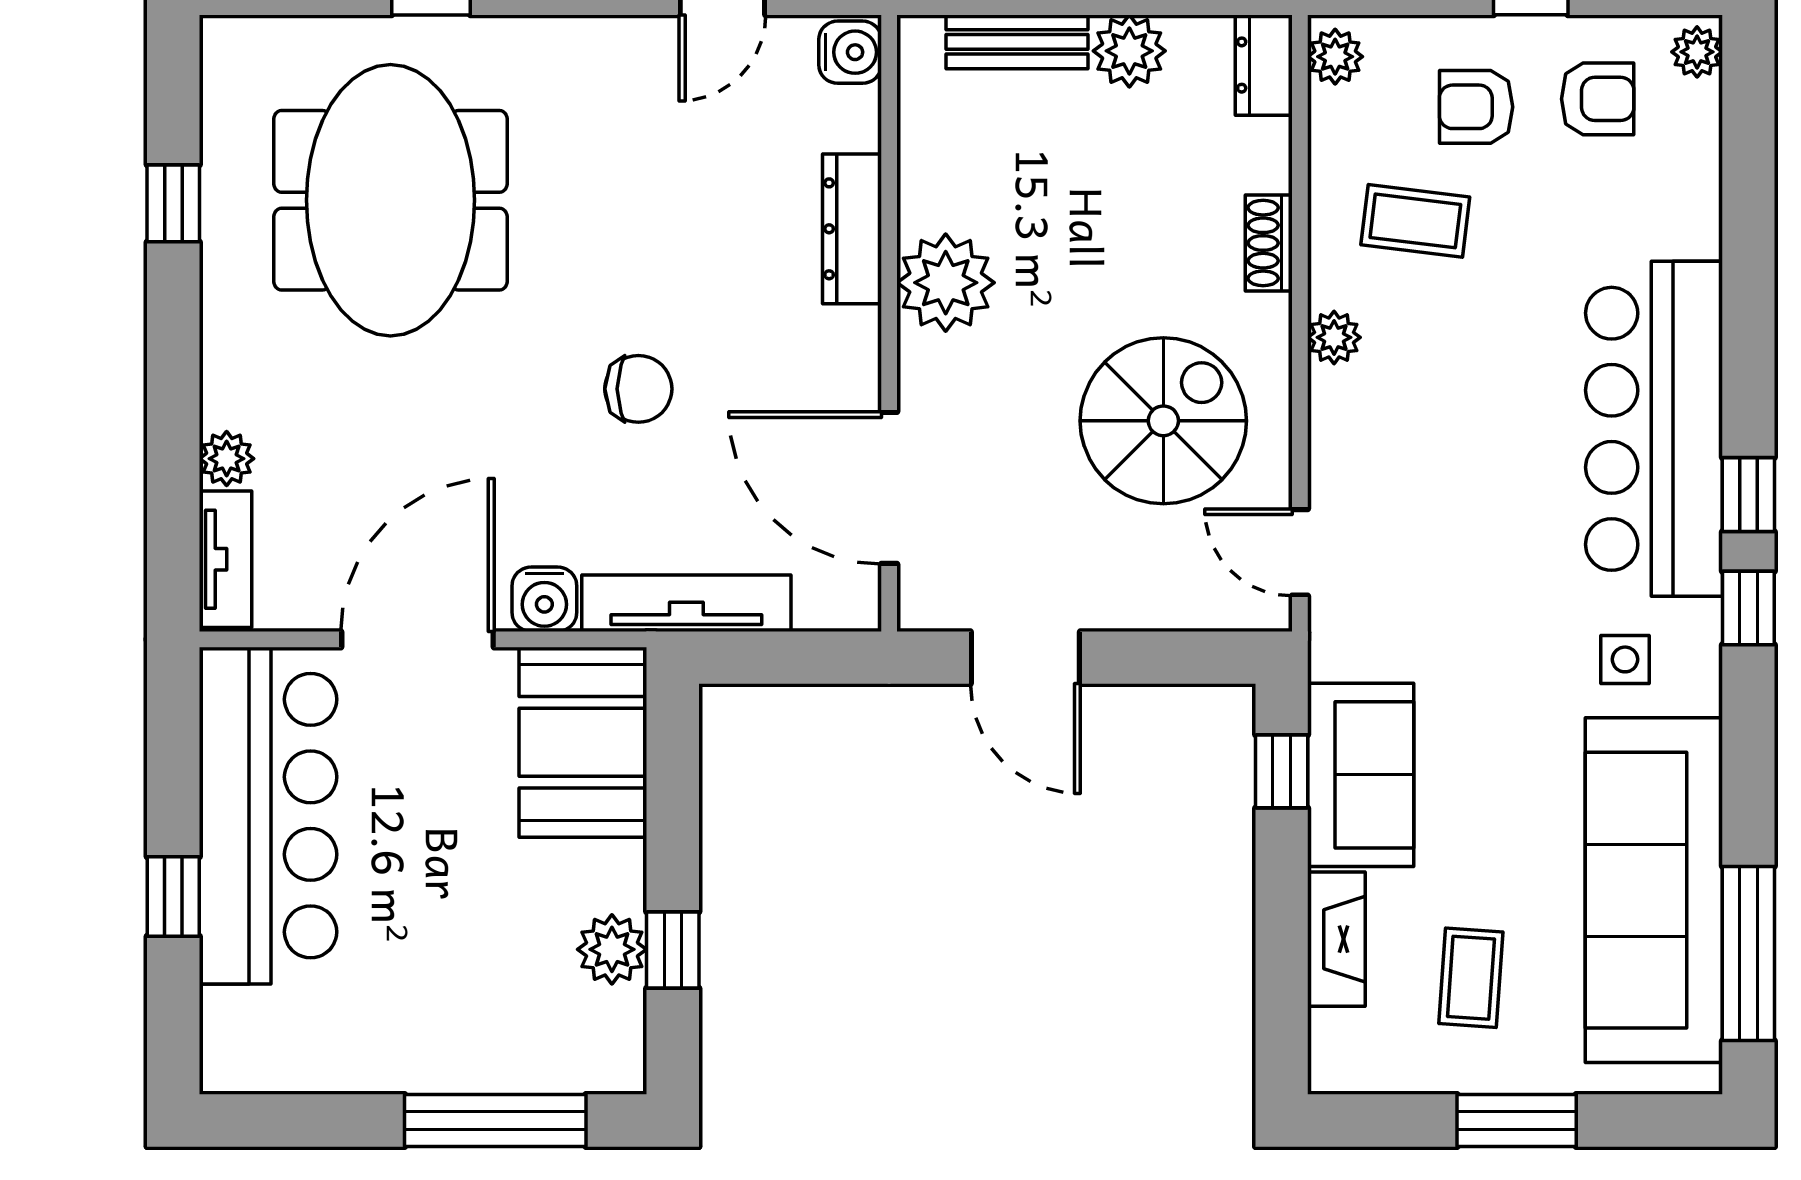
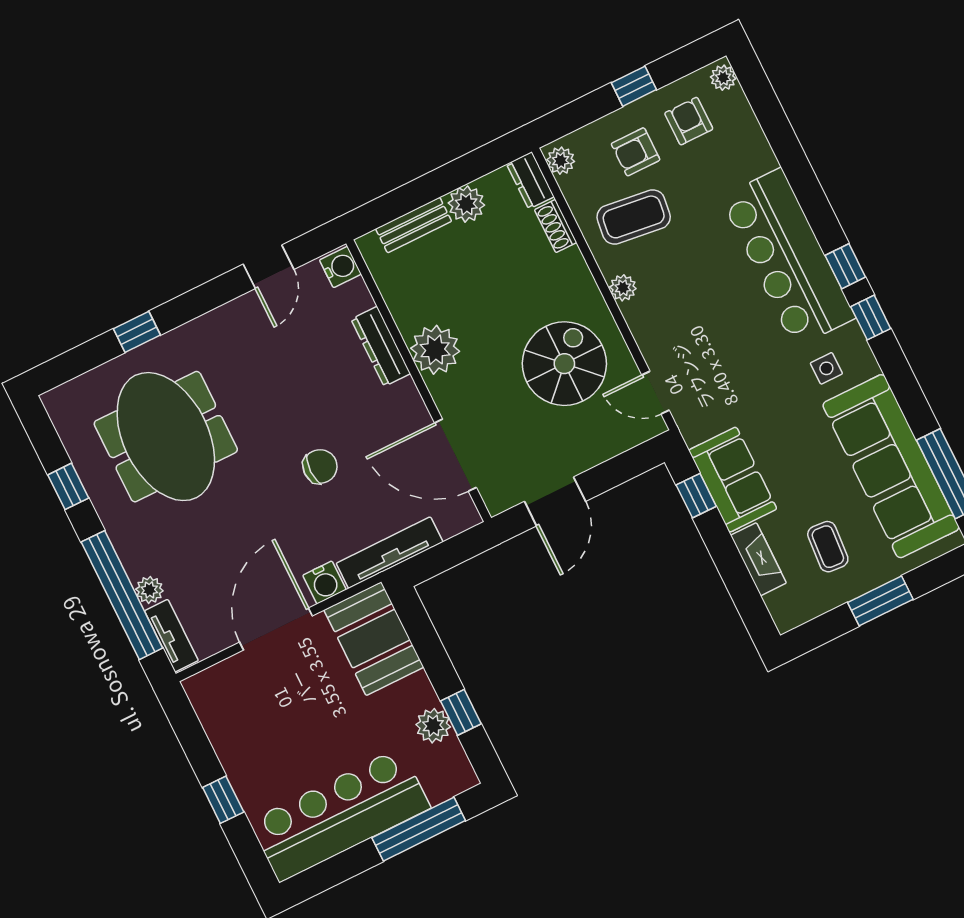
armchair: (1598, 99) -> (689, 121), turned -90
coffee table: (1415, 221) -> (634, 217), width x1.36, depth x1.30
shoe rack: (1269, 243) -> (556, 226), moved
window: (173, 443) -> (122, 595), added
door: (1025, 658) -> (555, 501), hinge flipped
bar counter: (268, 816) -> (340, 815), moved, turned -90

